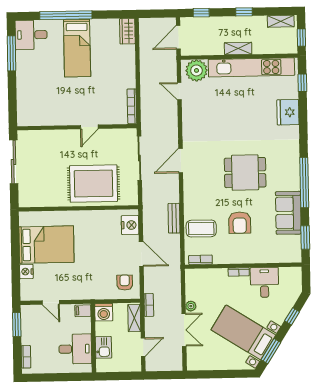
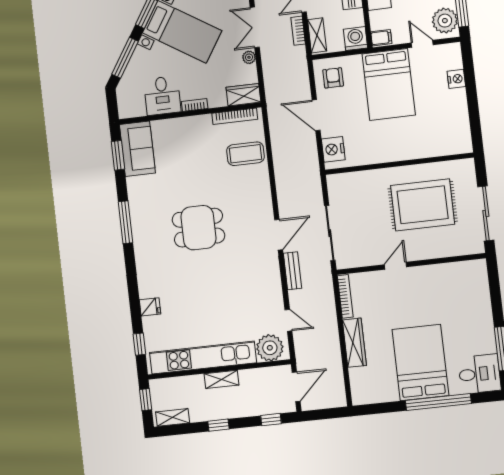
wardrobe: (127, 31) -> (354, 343), moved, width x1.50
bed: (77, 48) -> (420, 362), width x1.50
fridge: (288, 112) -> (150, 307), width x0.53, depth x0.75
window: (304, 183) -> (126, 222), width x0.68
rug: (94, 184) -> (423, 205), moved
sofa: (288, 213) -> (137, 149), moved
bench: (174, 218) -> (292, 271), moved
armchair: (240, 223) -> (199, 166), removed
bed: (46, 245) -> (389, 85), moved, turned -90
bookcase: (200, 260) -> (235, 116), width x1.56
wardrobe: (198, 276) -> (243, 95), added
armchair: (125, 282) -> (333, 78), turned 180
bookcase: (149, 305) -> (298, 31), moved
window: (292, 316) -> (125, 58), width x2.17
plant: (31, 319) -> (445, 21), added

